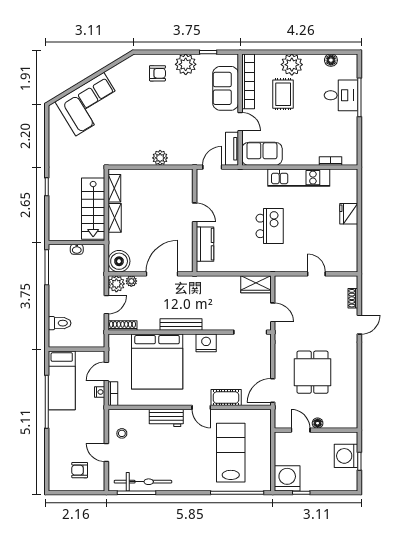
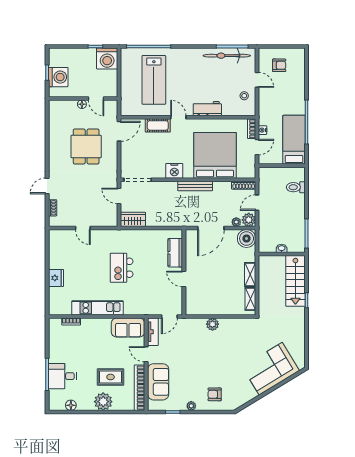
plant: (186, 64) -> (191, 406), width x0.53, depth x0.53
rug: (283, 94) -> (111, 377), turned 90
stairs: (93, 209) -> (295, 281), moved, turned 180

